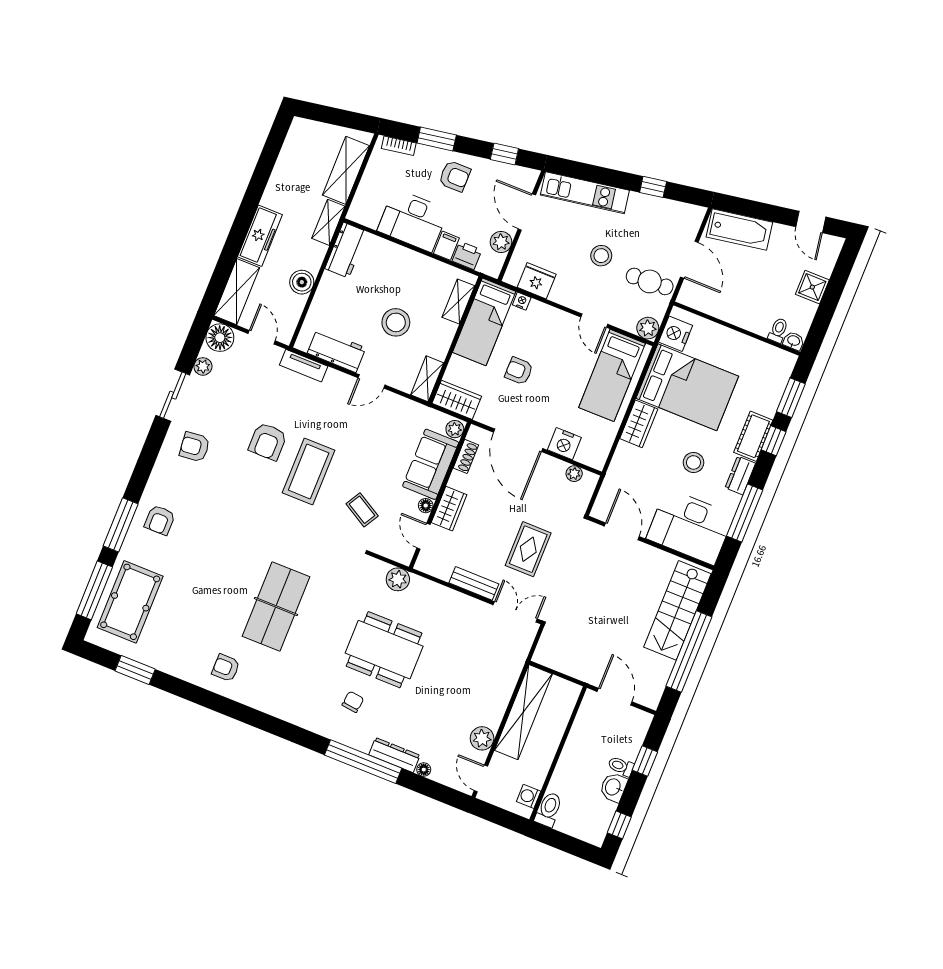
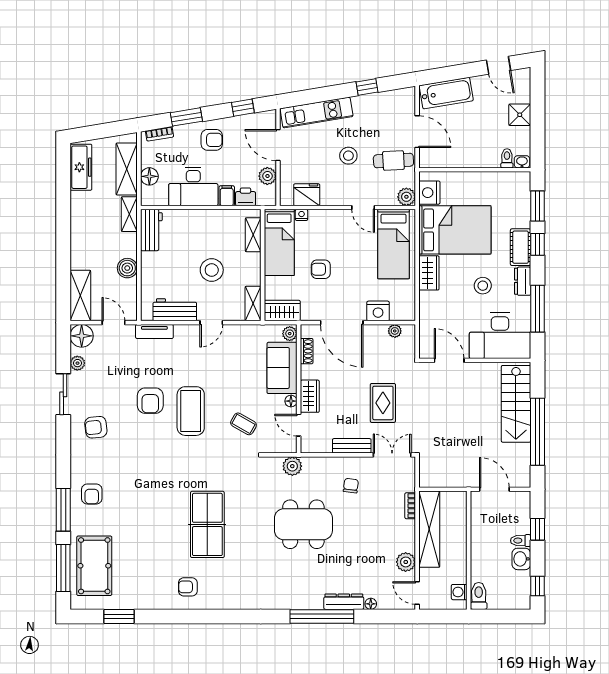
floor lamp: (368, 189) -> (149, 176), added
freezer: (260, 236) -> (81, 167), moved
bookcase: (512, 677) -> (410, 506), added
chair: (353, 702) -> (351, 486), moved

